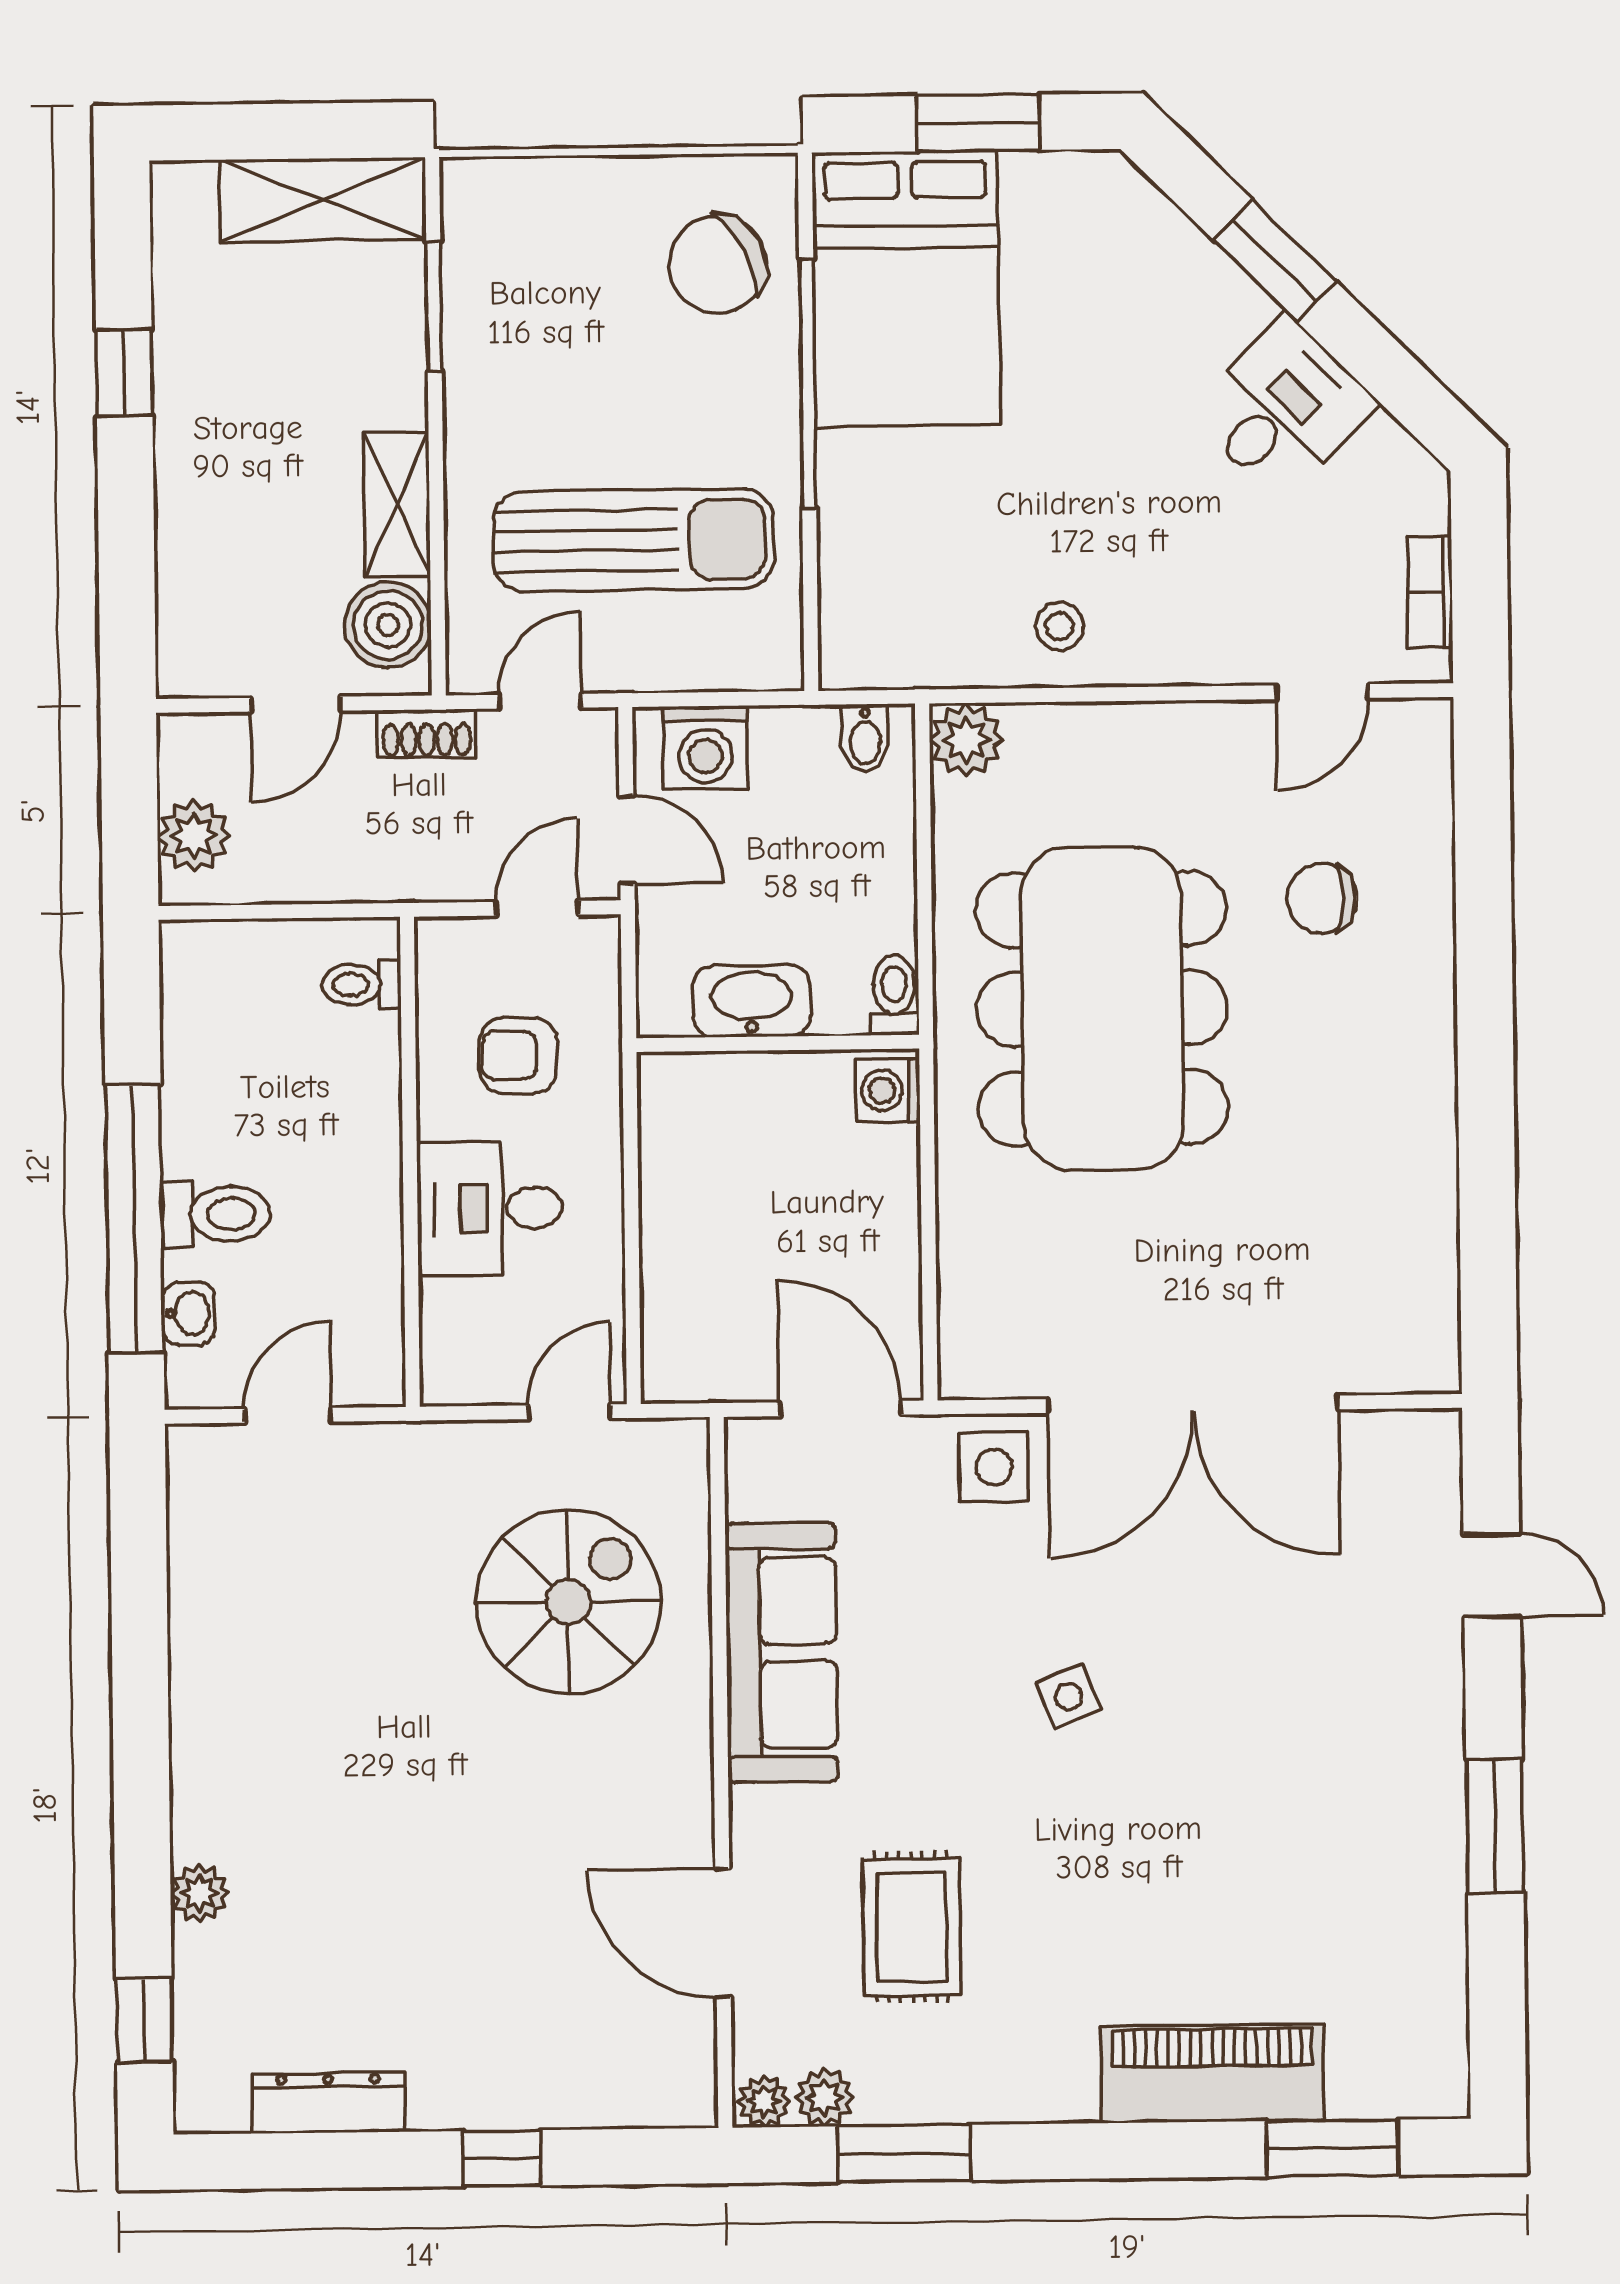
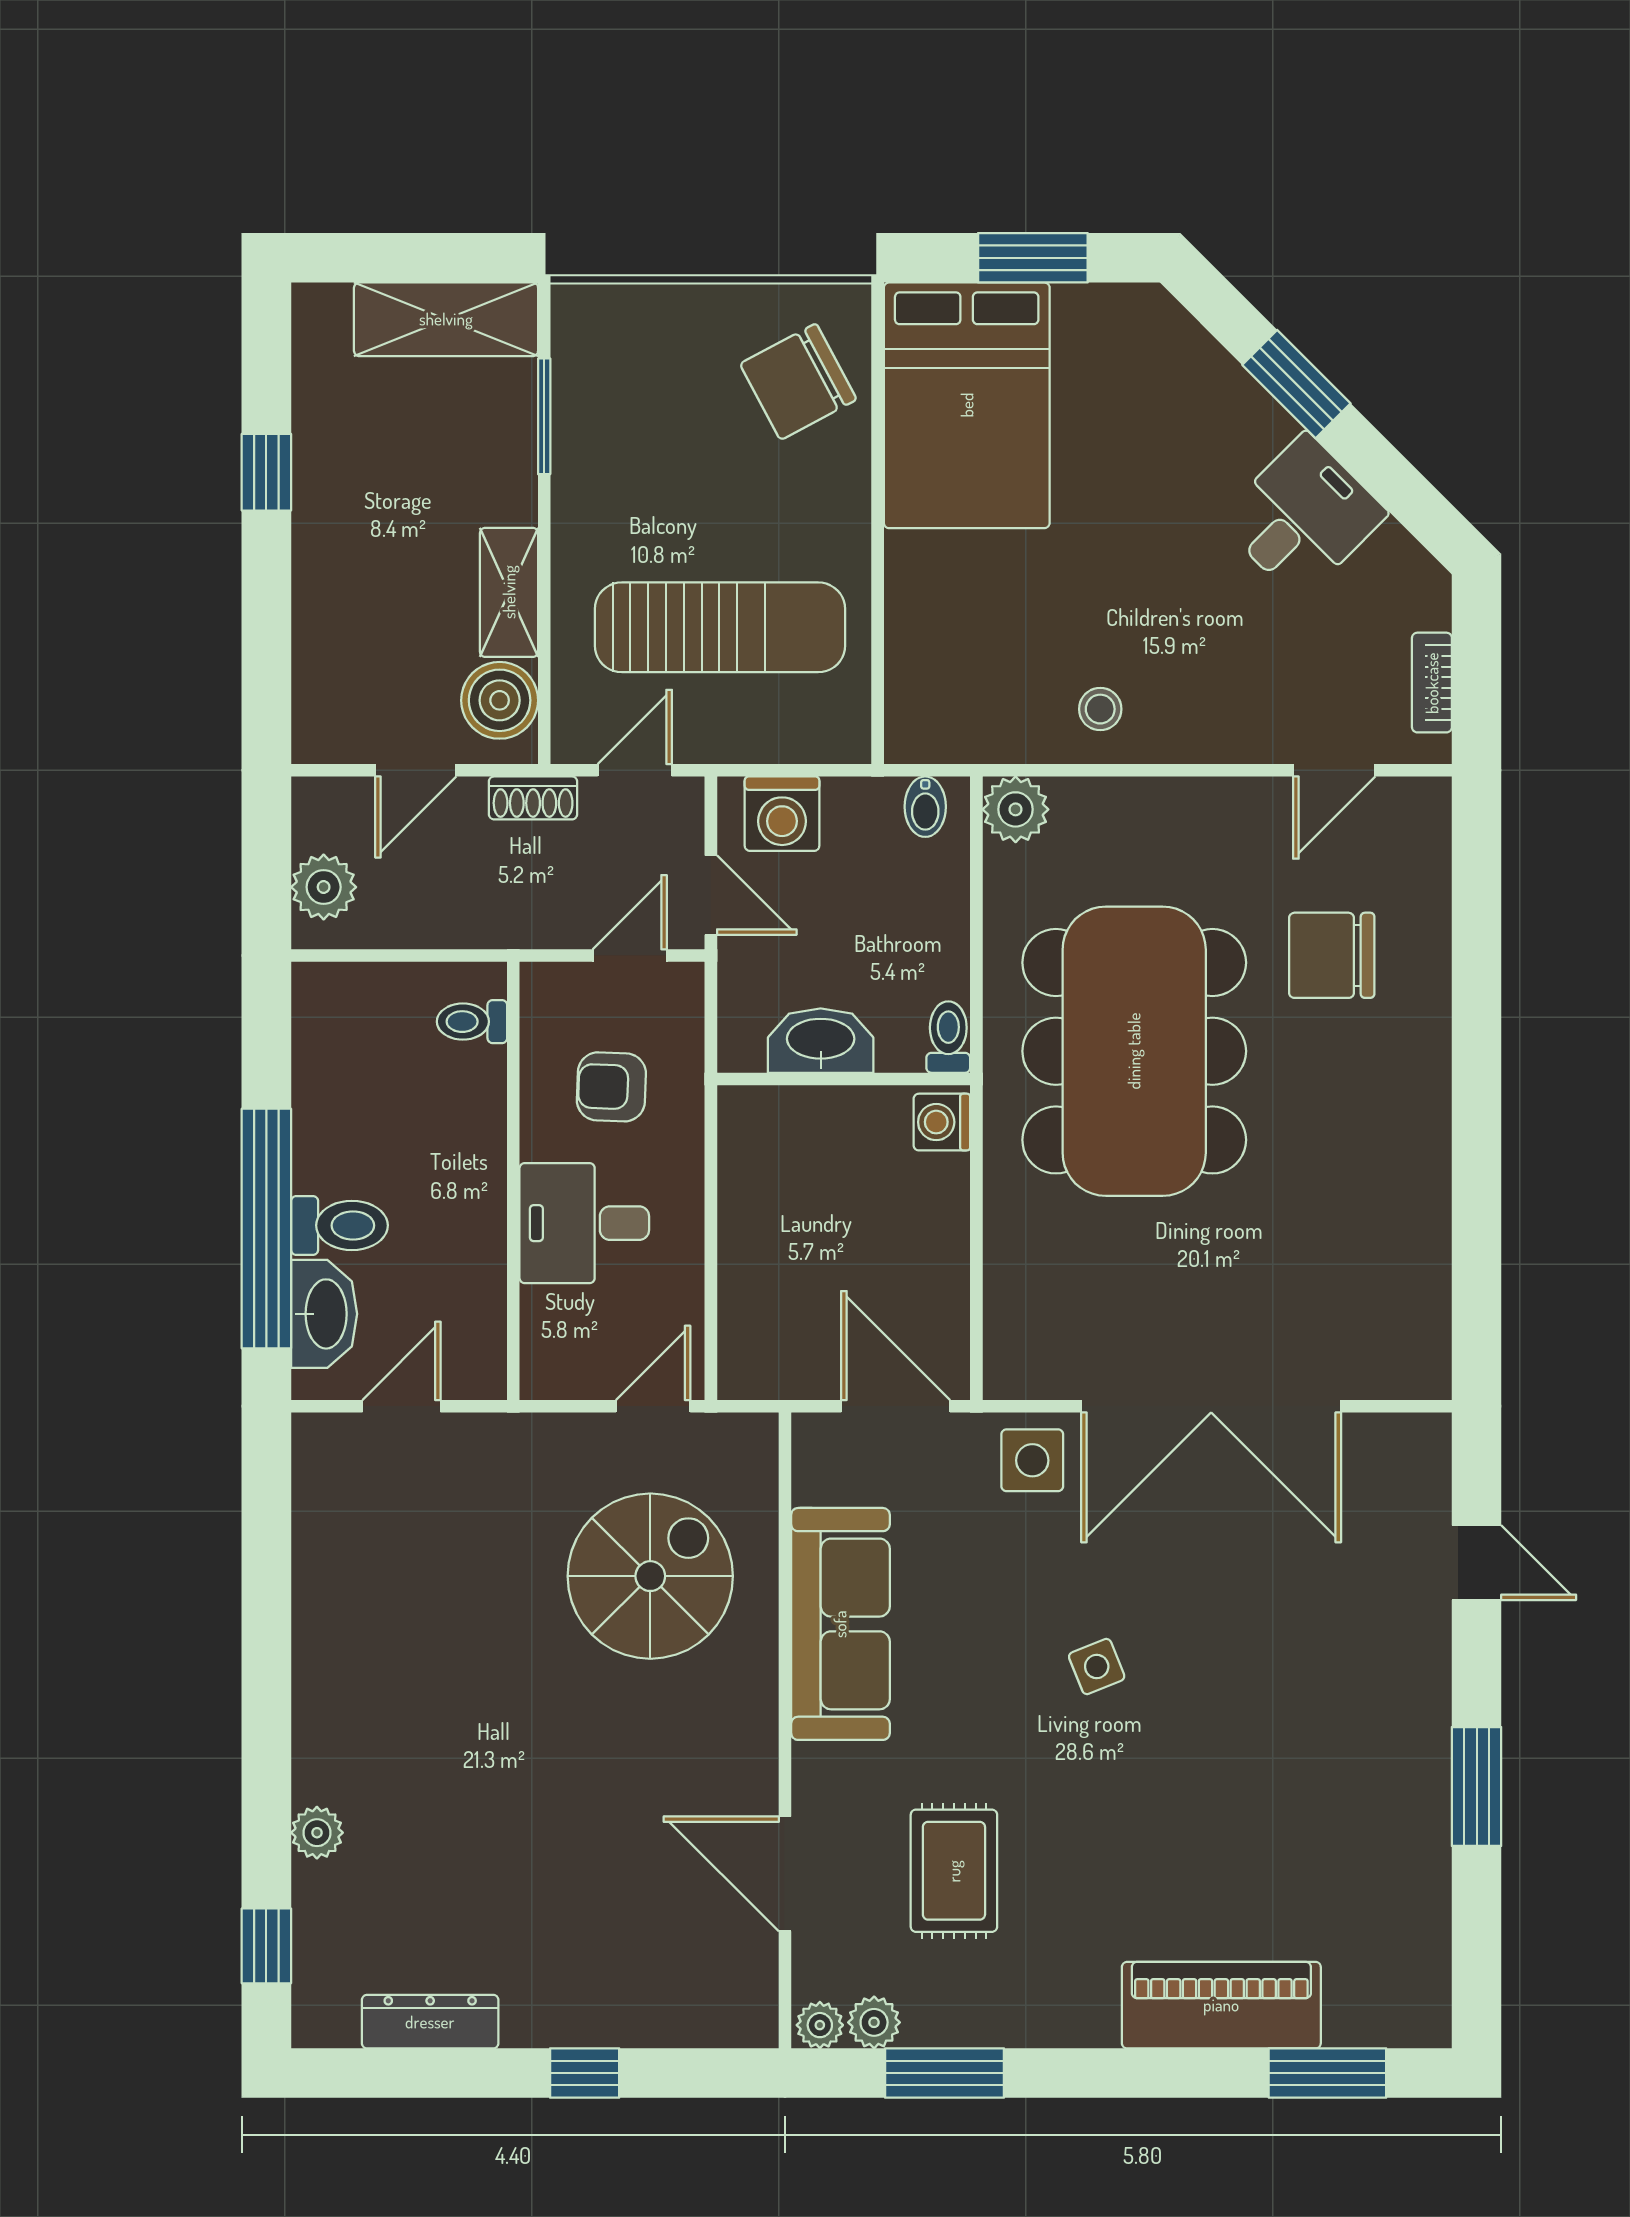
window: (808, 383) -> (878, 489), removed
chair: (1322, 899) -> (1332, 955), width x1.37, depth x1.37
washbasin: (189, 1313) -> (324, 1314), width x1.91, depth x1.45

